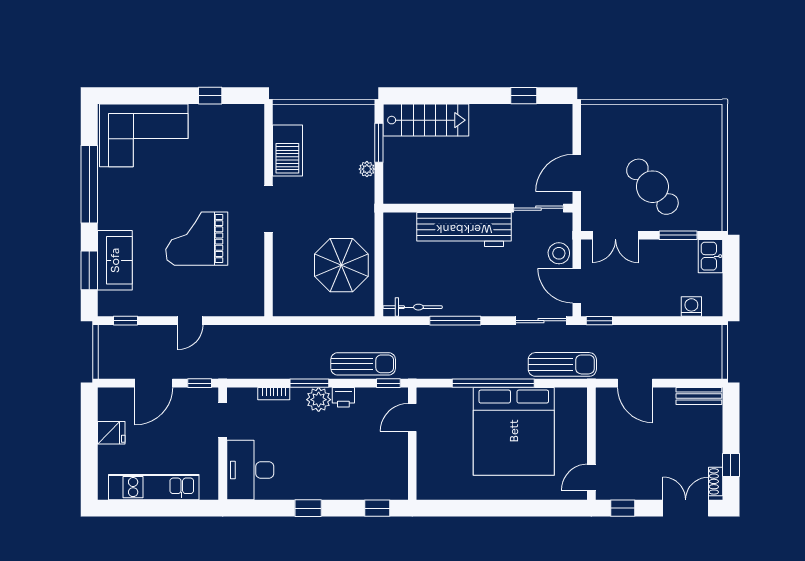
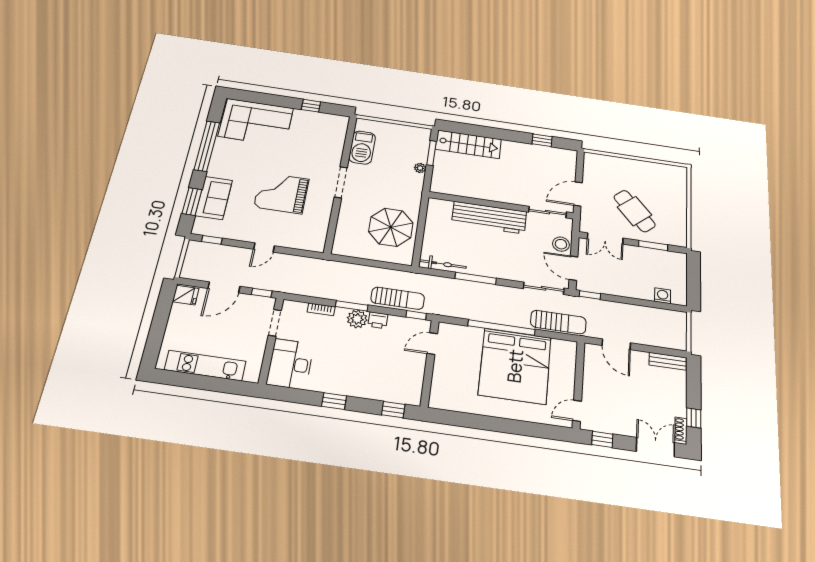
kitchen sink: (711, 256) -> (678, 263), removed
fridge: (111, 433) -> (186, 295), moved

